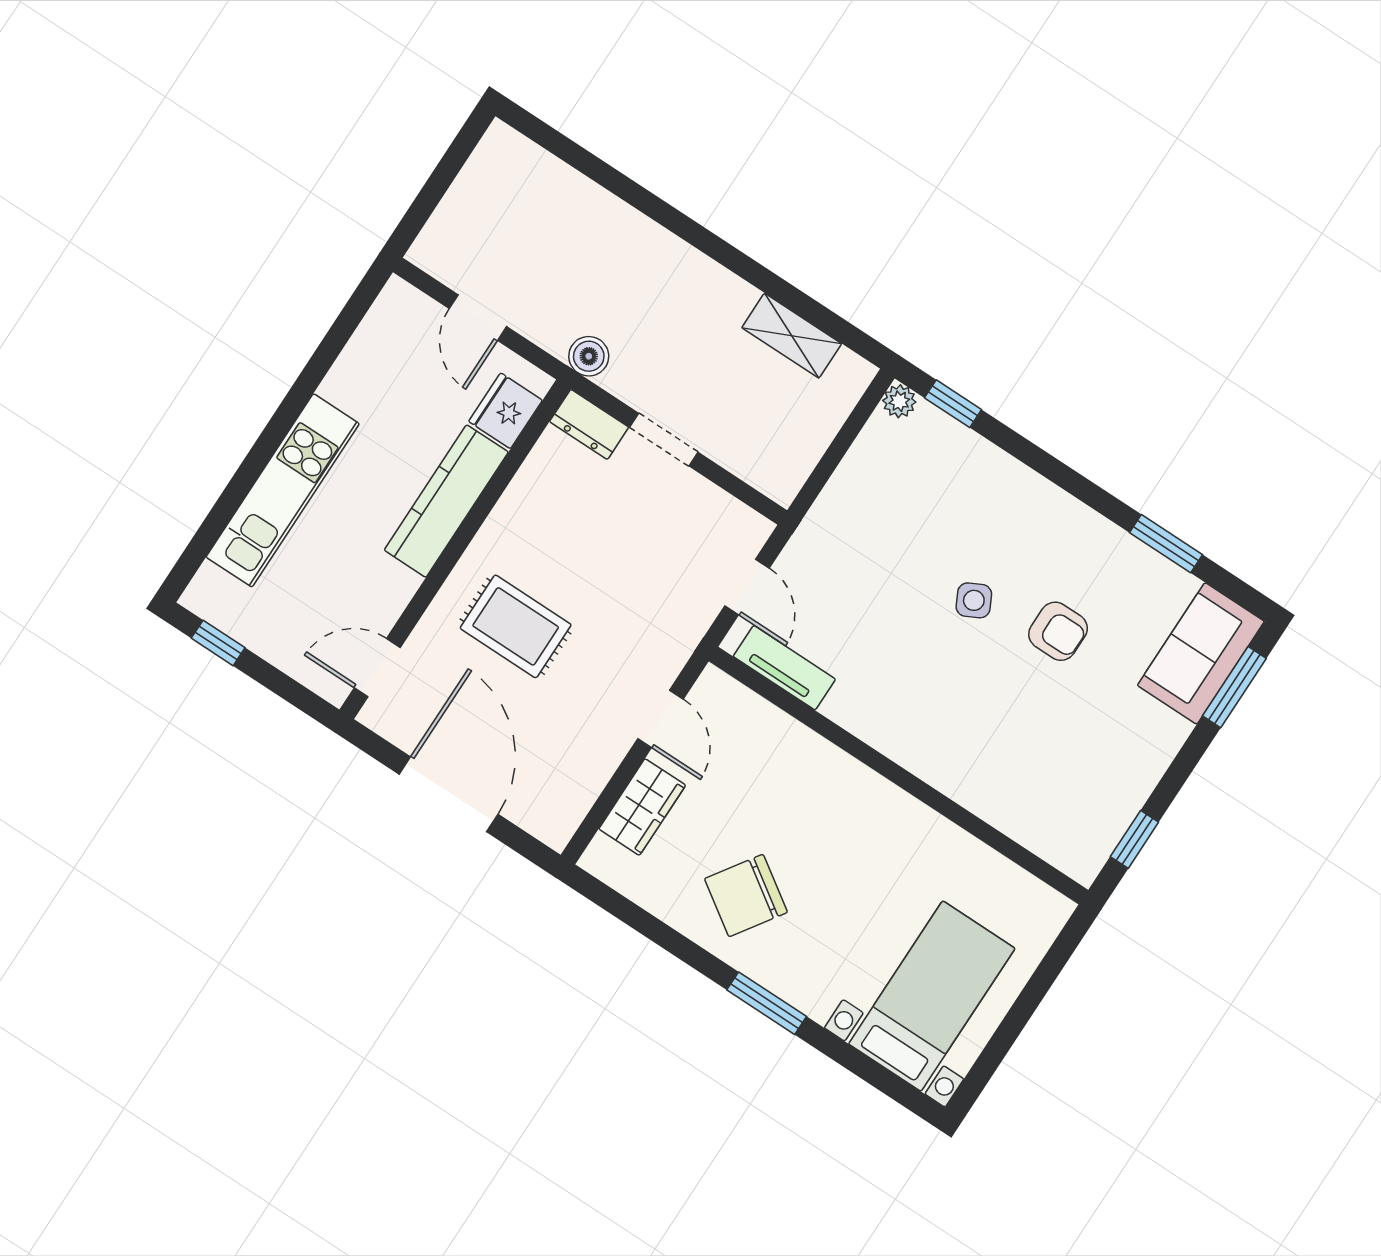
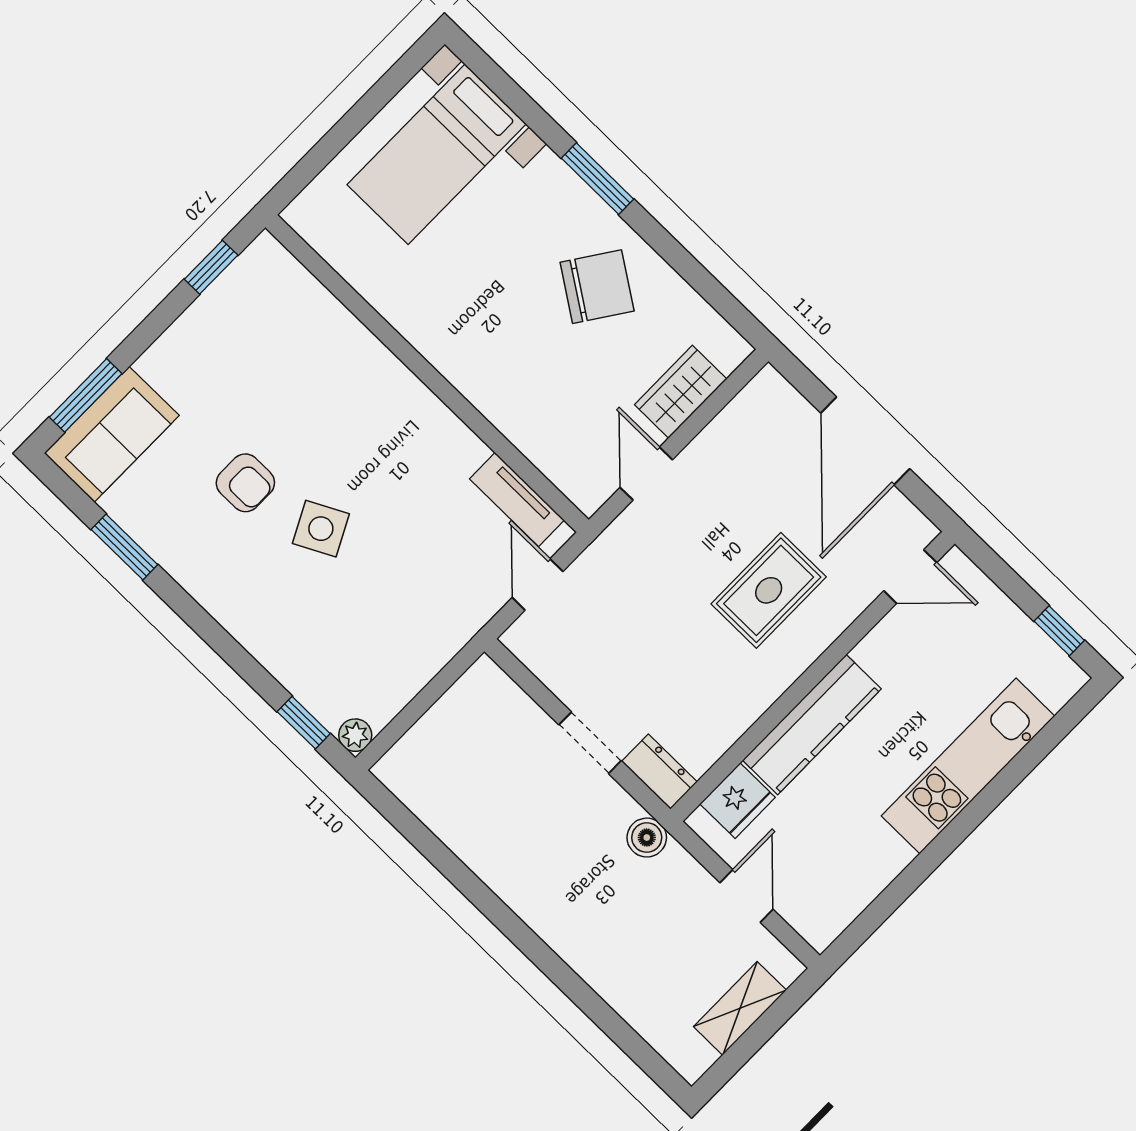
shelving: (792, 336) -> (740, 1008), moved, turned 90
side table: (974, 600) -> (321, 529), width x1.37, depth x1.37
rug: (516, 626) -> (769, 590), turned 90
armchair: (1058, 631) -> (245, 483), turned 180

